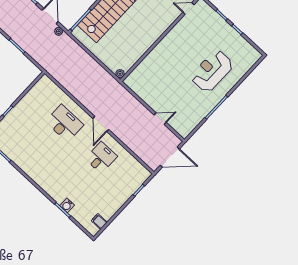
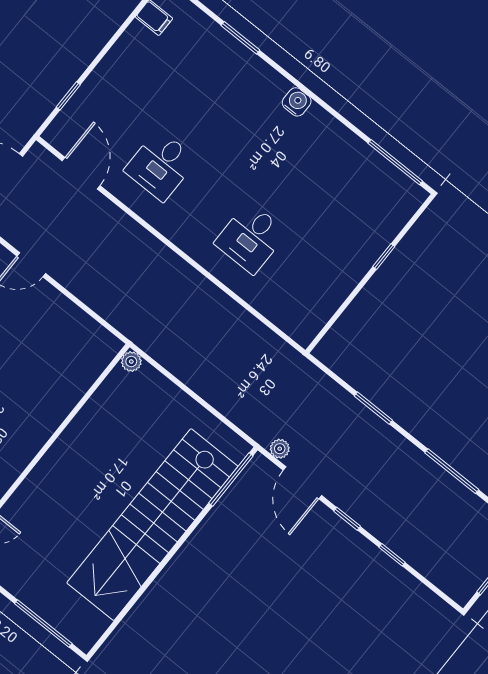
desk: (64, 123) -> (251, 238), width x0.73
door: (101, 124) -> (81, 173), moved
water cooler: (67, 205) -> (297, 102), moved

